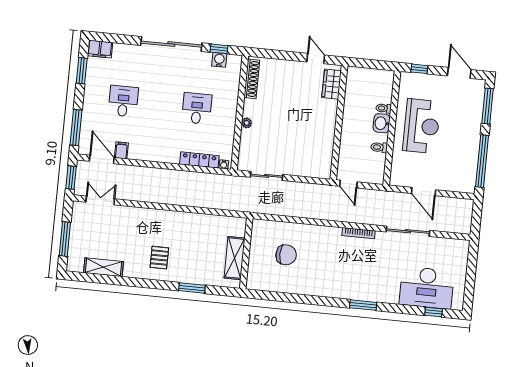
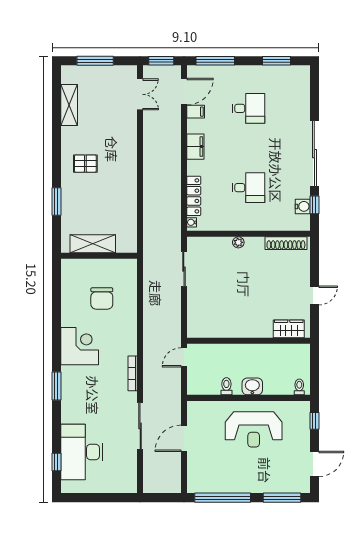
filing cabinet: (100, 49) -> (195, 147), moved, turned 180
door: (316, 58) -> (314, 295), moved
toilet: (384, 108) -> (299, 387), moved
corner desk: (328, 280) -> (80, 346), added

